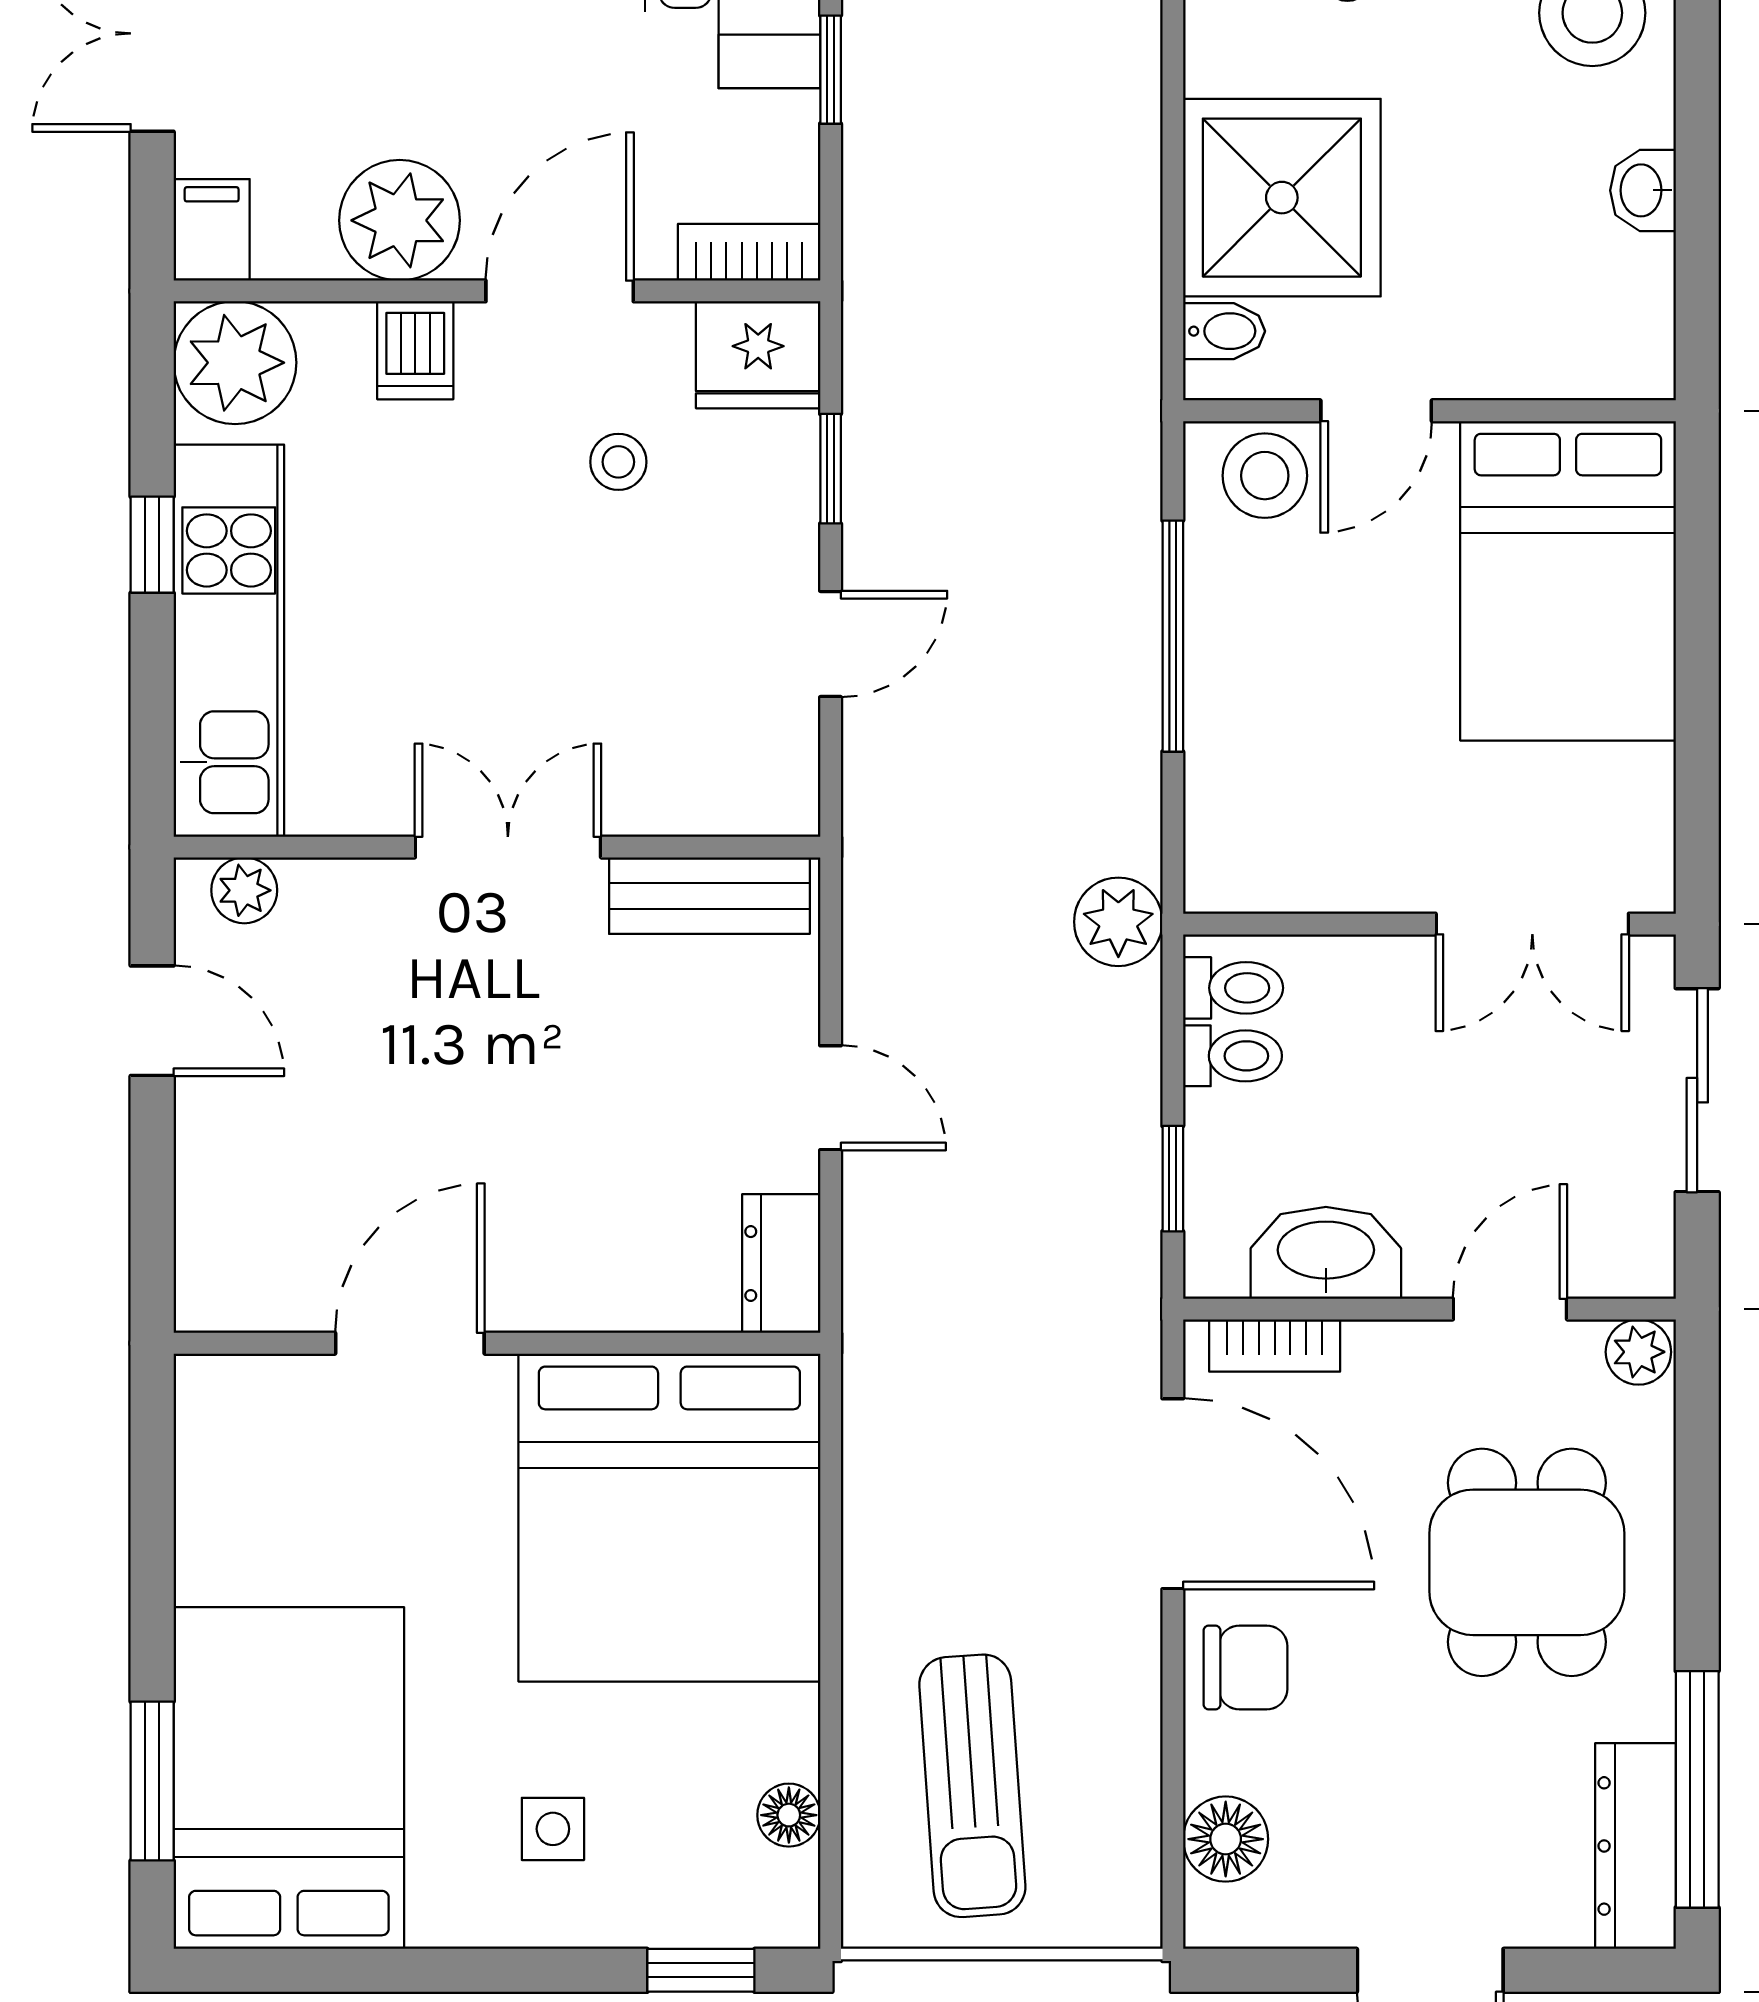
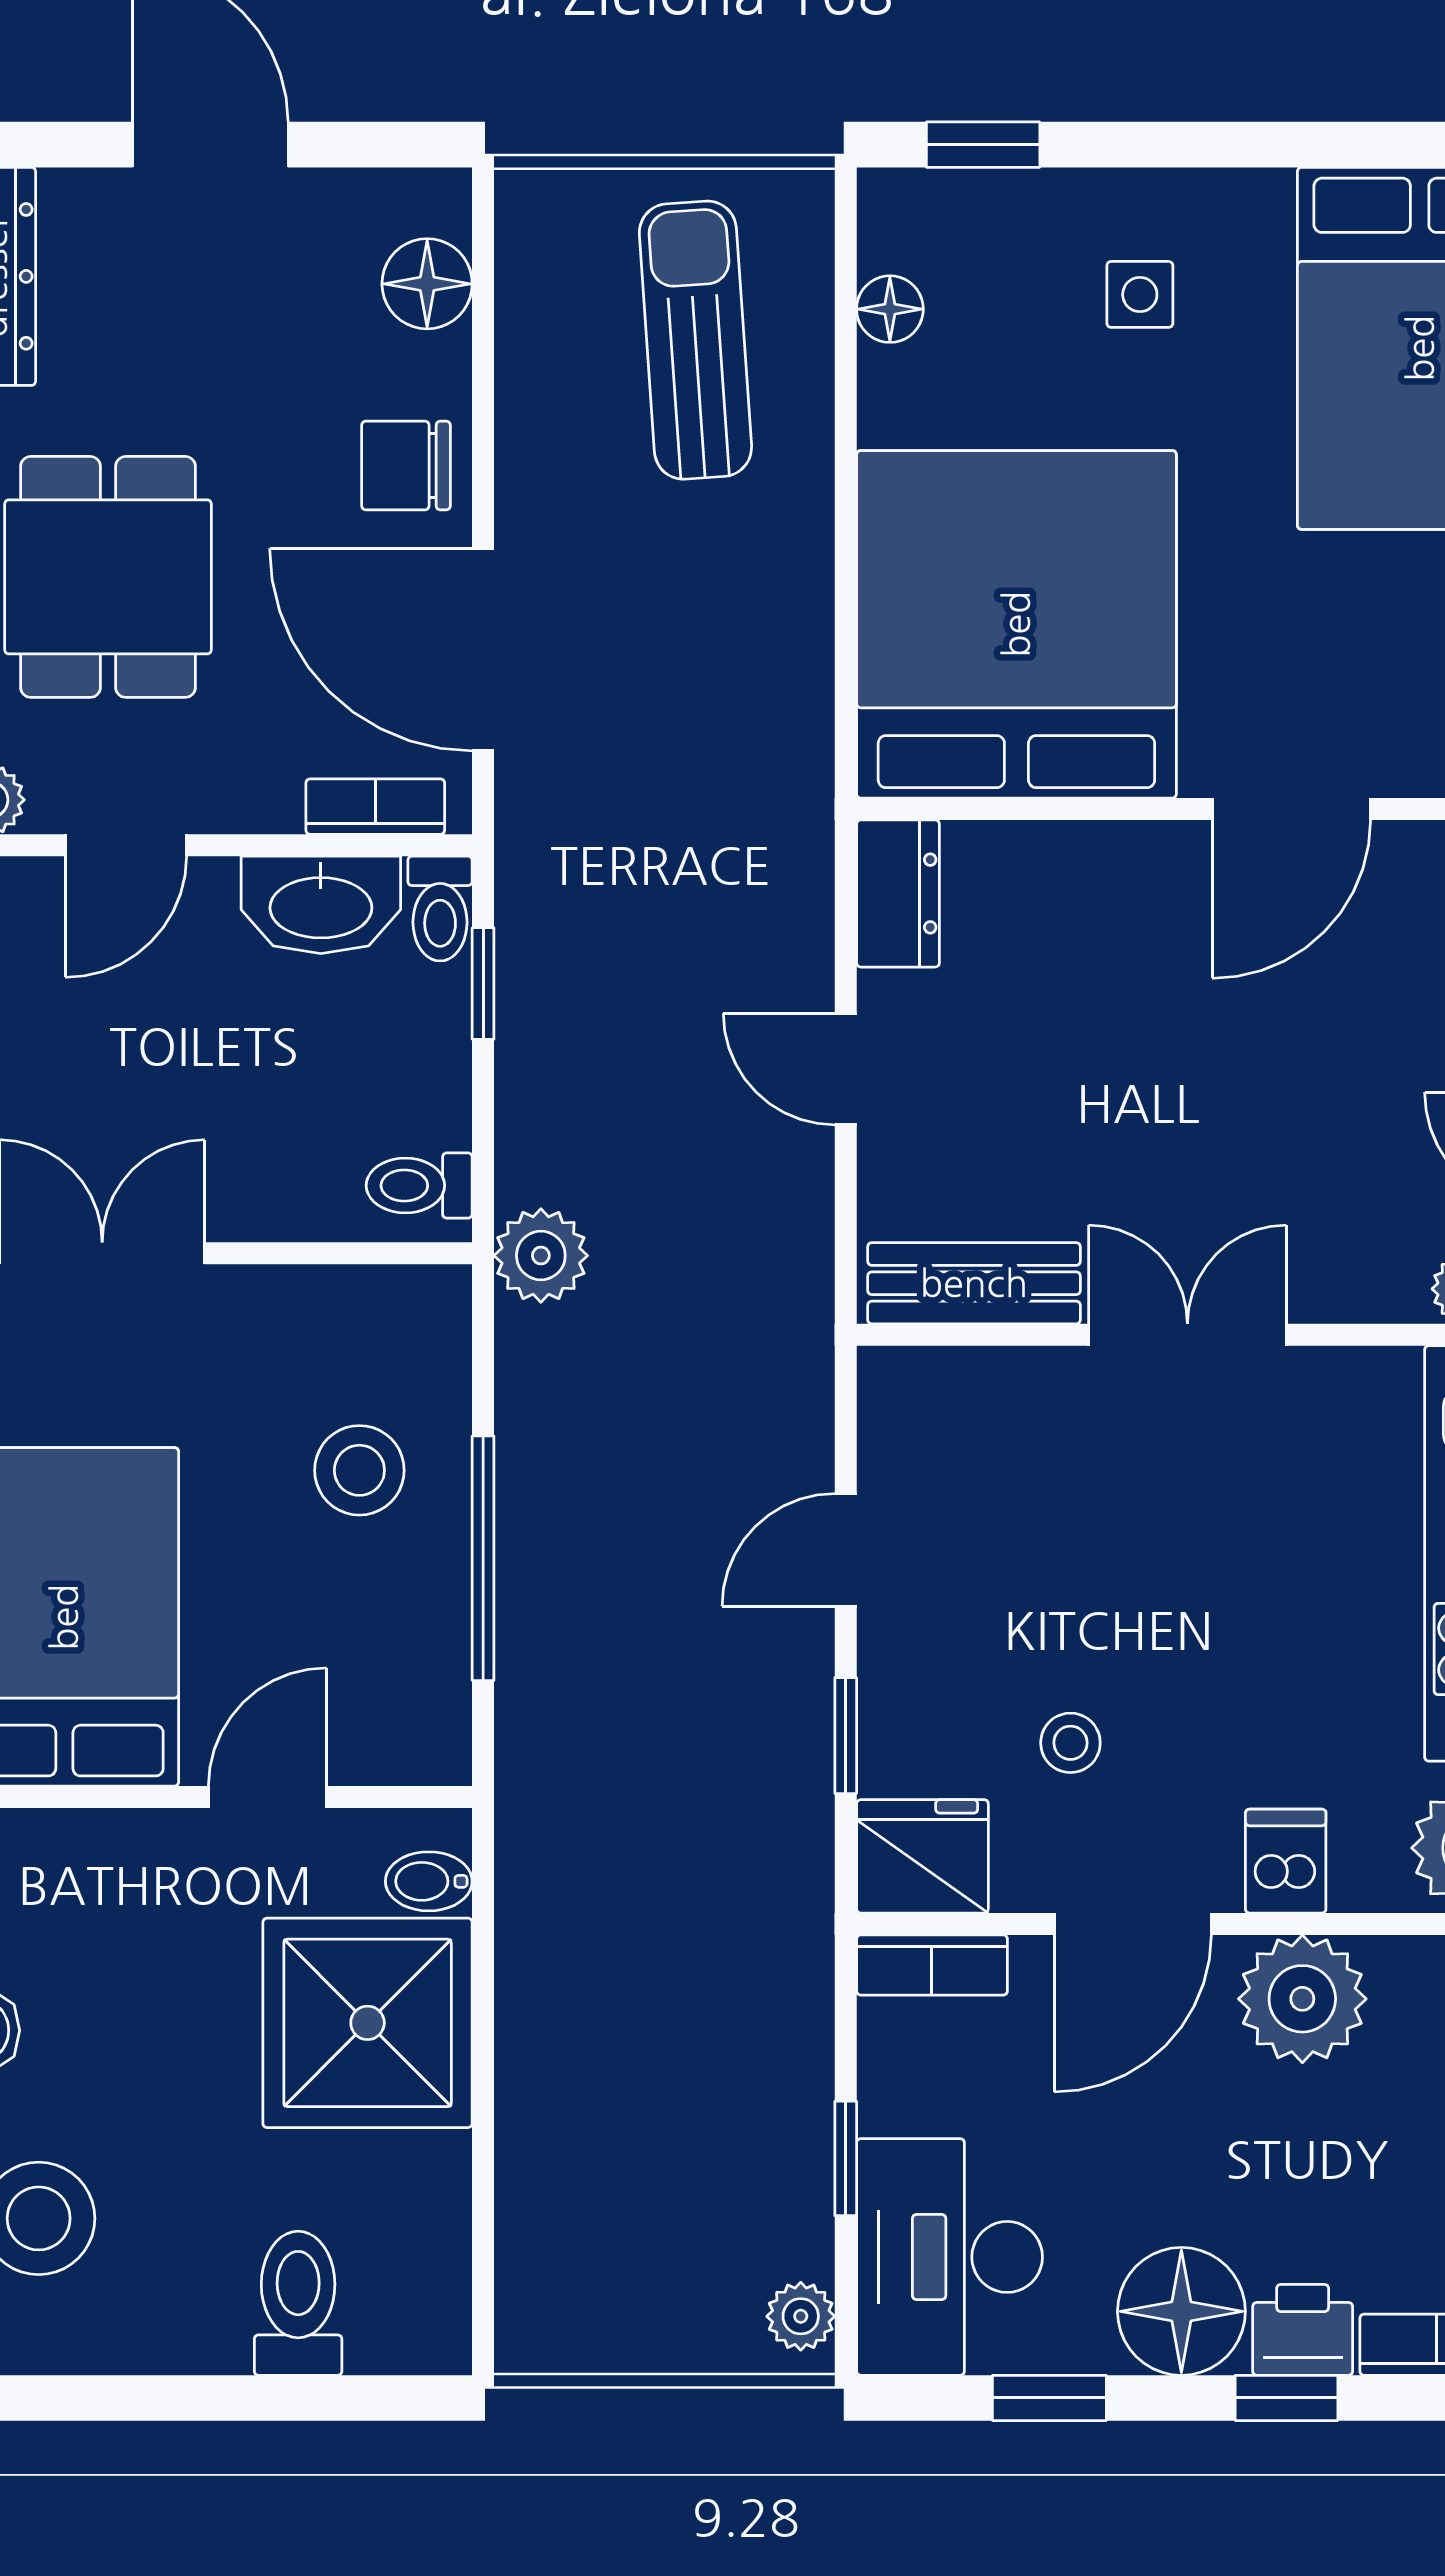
stool: (1265, 476) -> (359, 1470), moved
double door: (508, 847) -> (1187, 1335), swing flipped
toilet: (1233, 1056) -> (440, 909), moved, turned -90

